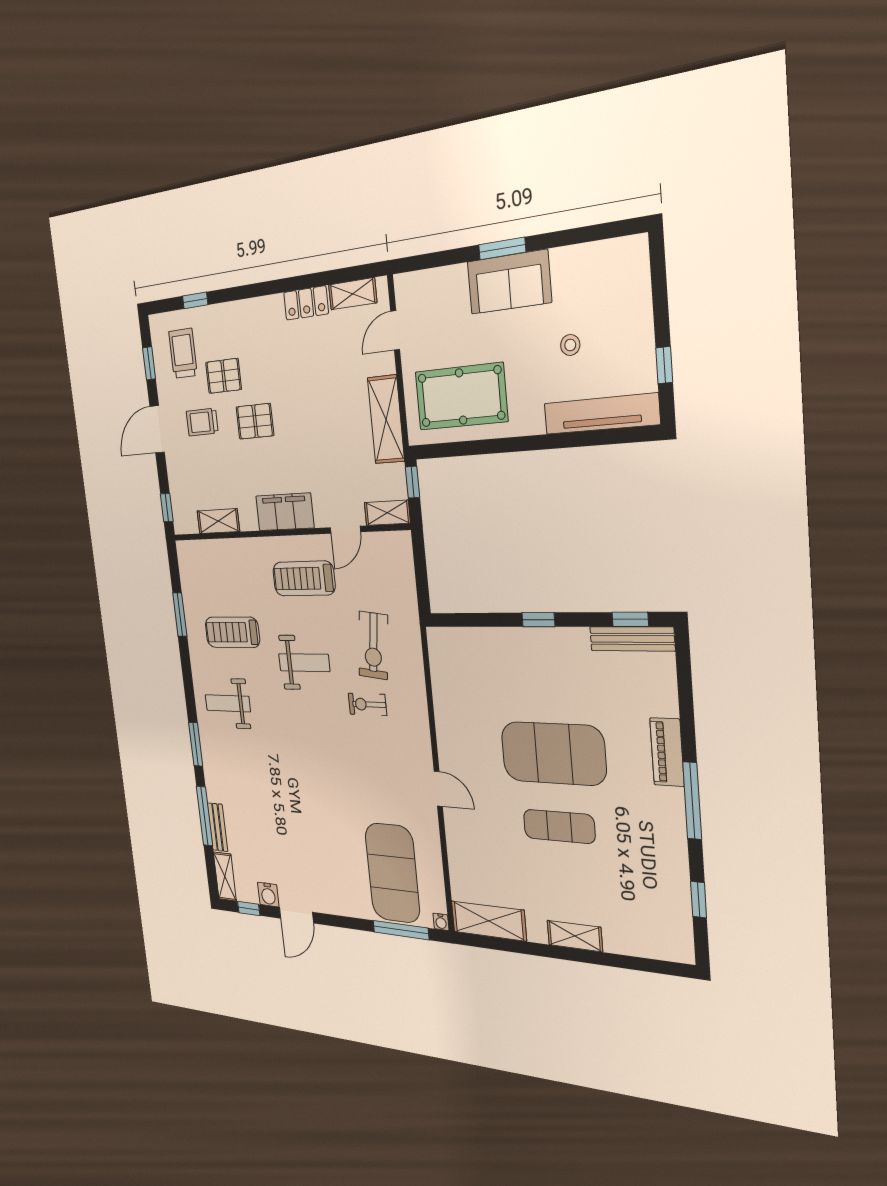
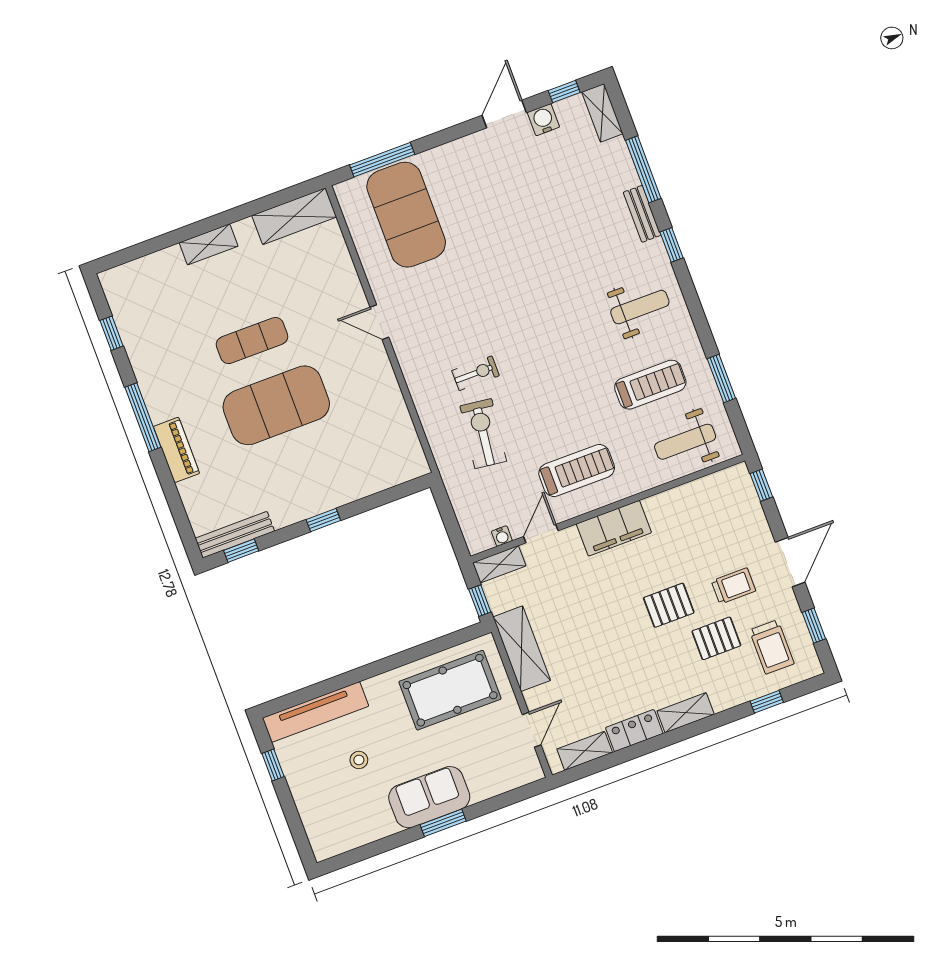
shelving: (218, 521) -> (686, 713), moved
weight bench: (304, 663) -> (685, 442), moved
window: (196, 744) -> (672, 245), width x0.67
bench: (218, 827) -> (642, 214), moved
water cooler: (441, 922) -> (502, 536), moved, turned 180

